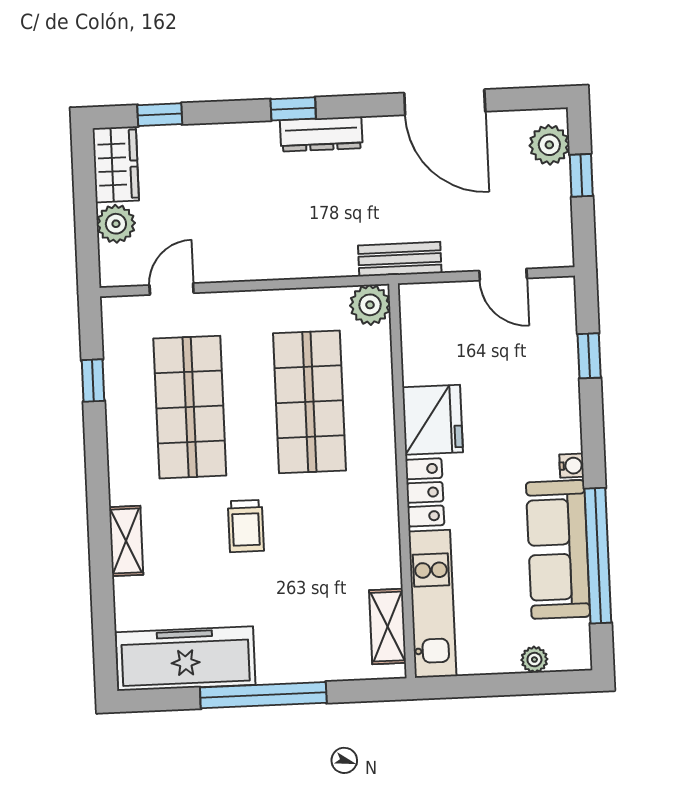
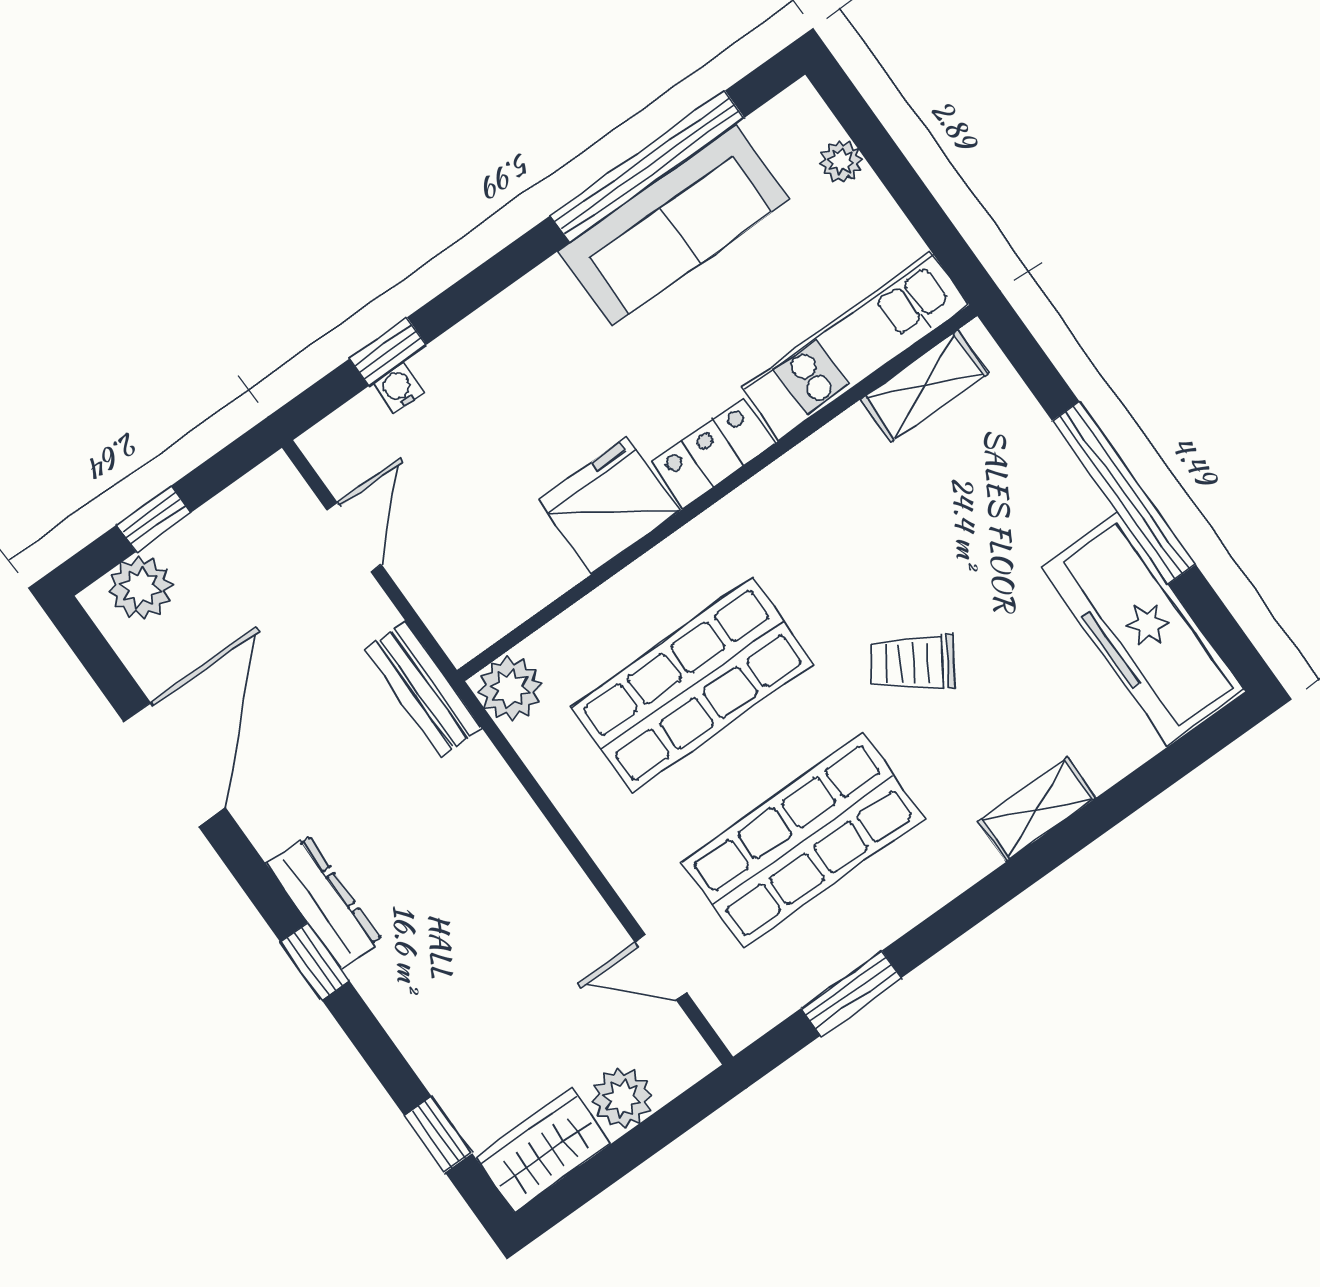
window: (93, 381) -> (851, 993), width x1.50
water cooler: (572, 466) -> (398, 388), moved
trolley: (246, 526) -> (913, 663), turned -147

